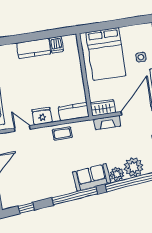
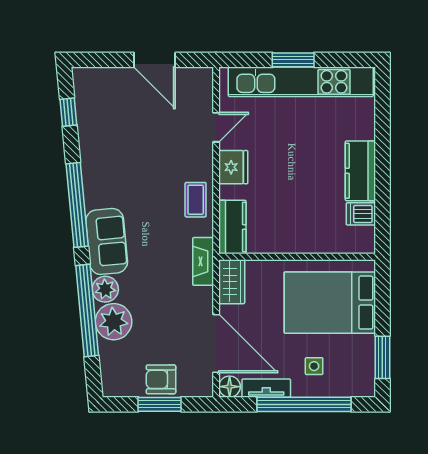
window: (131, 22) -> (382, 357), added
fireplace: (107, 123) -> (203, 261), moved

